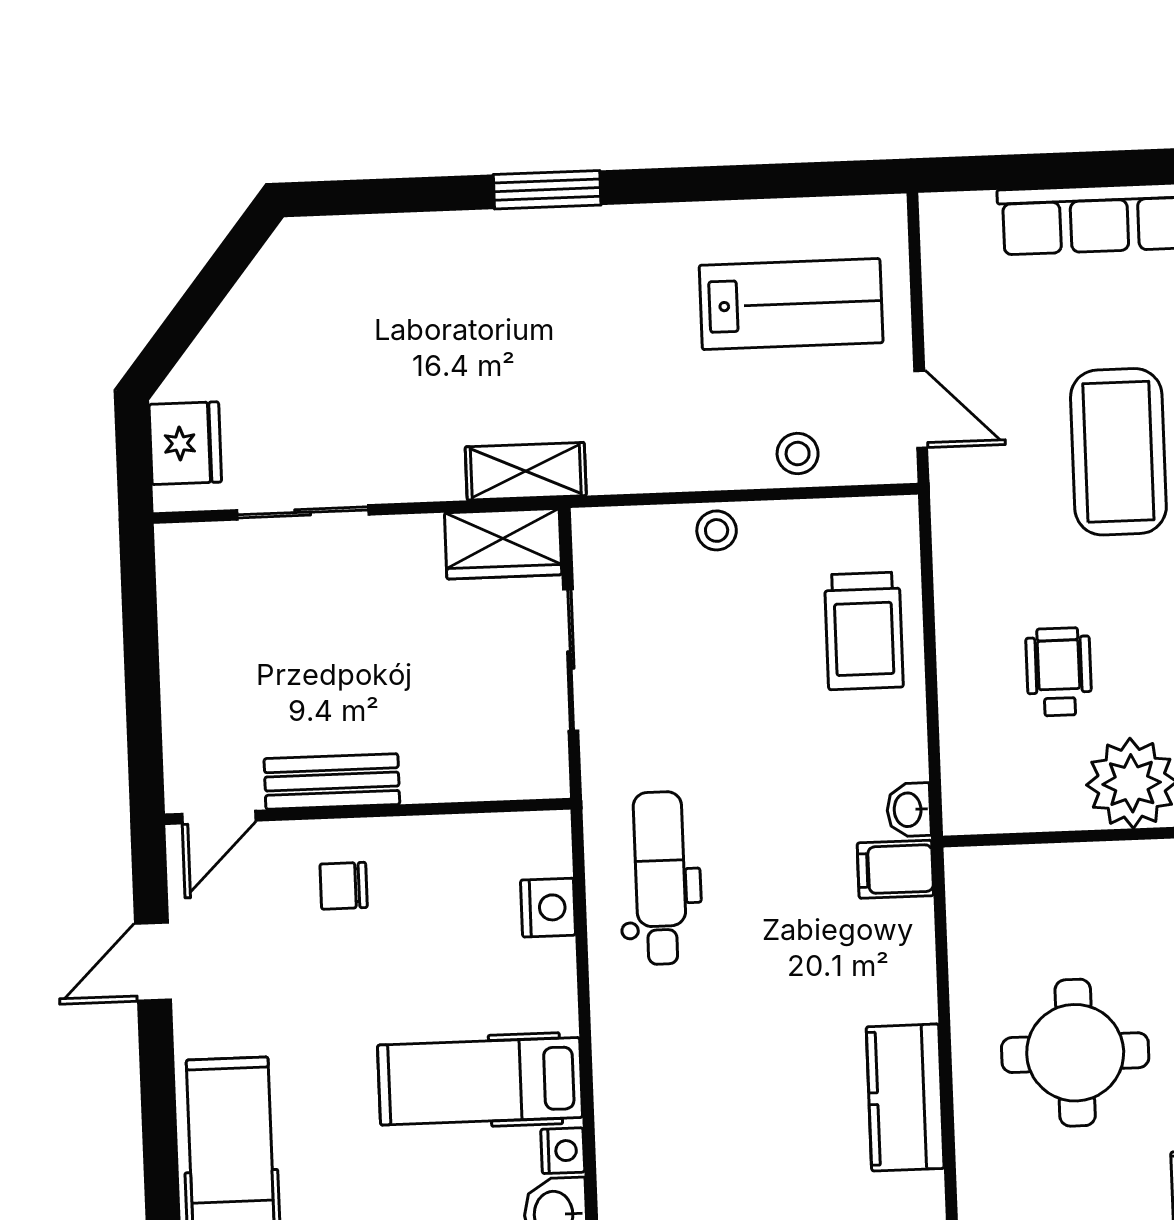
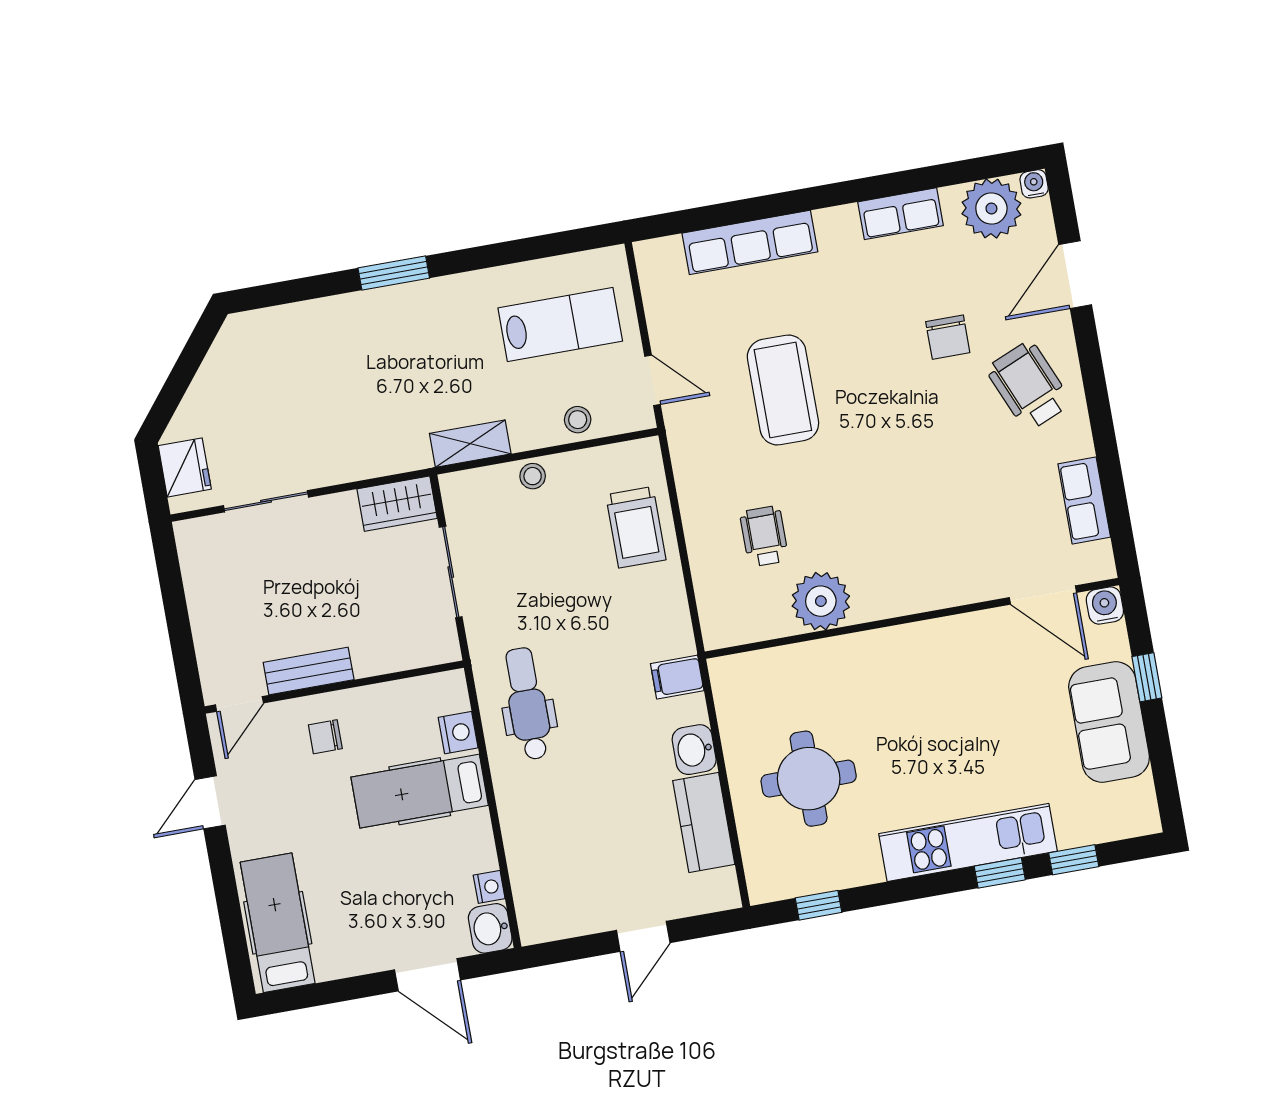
shelving: (526, 471) -> (470, 444), moved
washbasin: (909, 810) -> (694, 750), moved, width x1.38, depth x1.45
hospital bed: (480, 1081) -> (420, 791), moved

